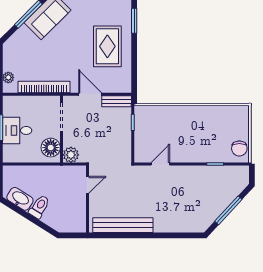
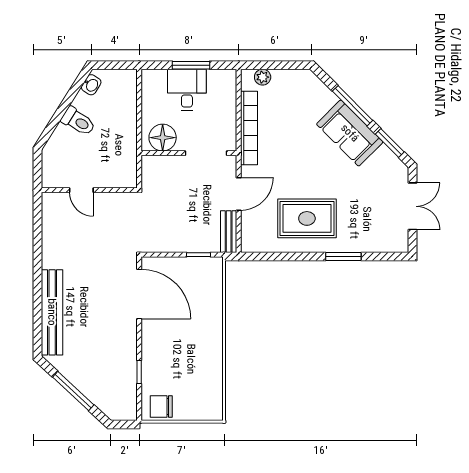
plant: (71, 155) -> (152, 166), removed
door: (160, 164) -> (139, 294), width x1.87
door: (88, 185) -> (81, 190), moved
washbasin: (20, 199) -> (91, 85), width x0.52, depth x0.69
bench: (123, 225) -> (52, 312), moved

